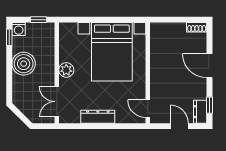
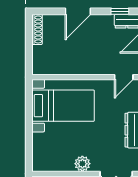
shoe rack: (197, 27) -> (37, 29), width x1.43
bed with nightstands: (112, 52) -> (63, 106), width x0.73

